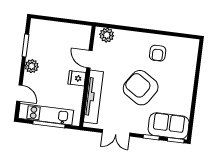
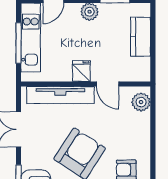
kitchen counter: (56, 29) -> (141, 37), added
door: (89, 59) -> (108, 84), swing flipped

